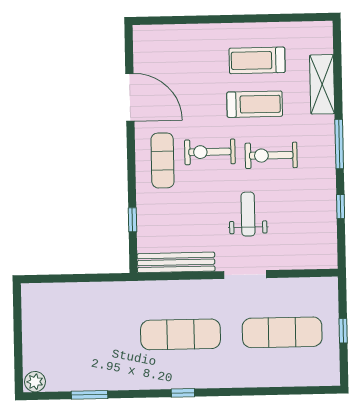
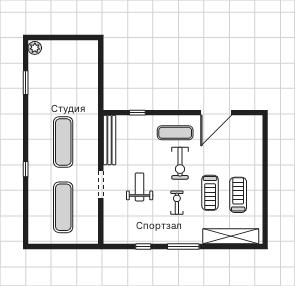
shelving: (322, 84) -> (231, 236), width x1.47
exercise bike: (210, 152) -> (180, 163), turned 180
exercise bike: (271, 155) -> (177, 203), width x0.73, depth x0.72
weight bench: (248, 214) -> (140, 187), turned -90
window: (343, 331) -> (63, 246), removed
window: (183, 393) -> (26, 169), moved

